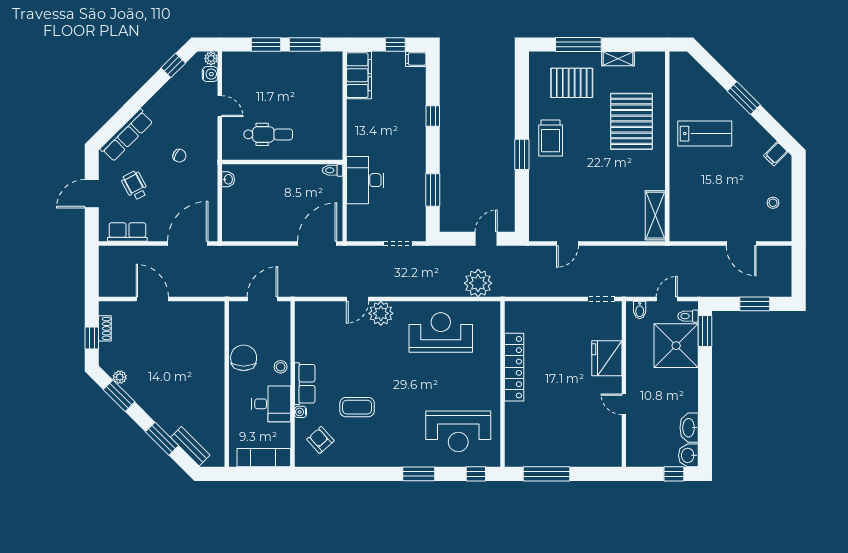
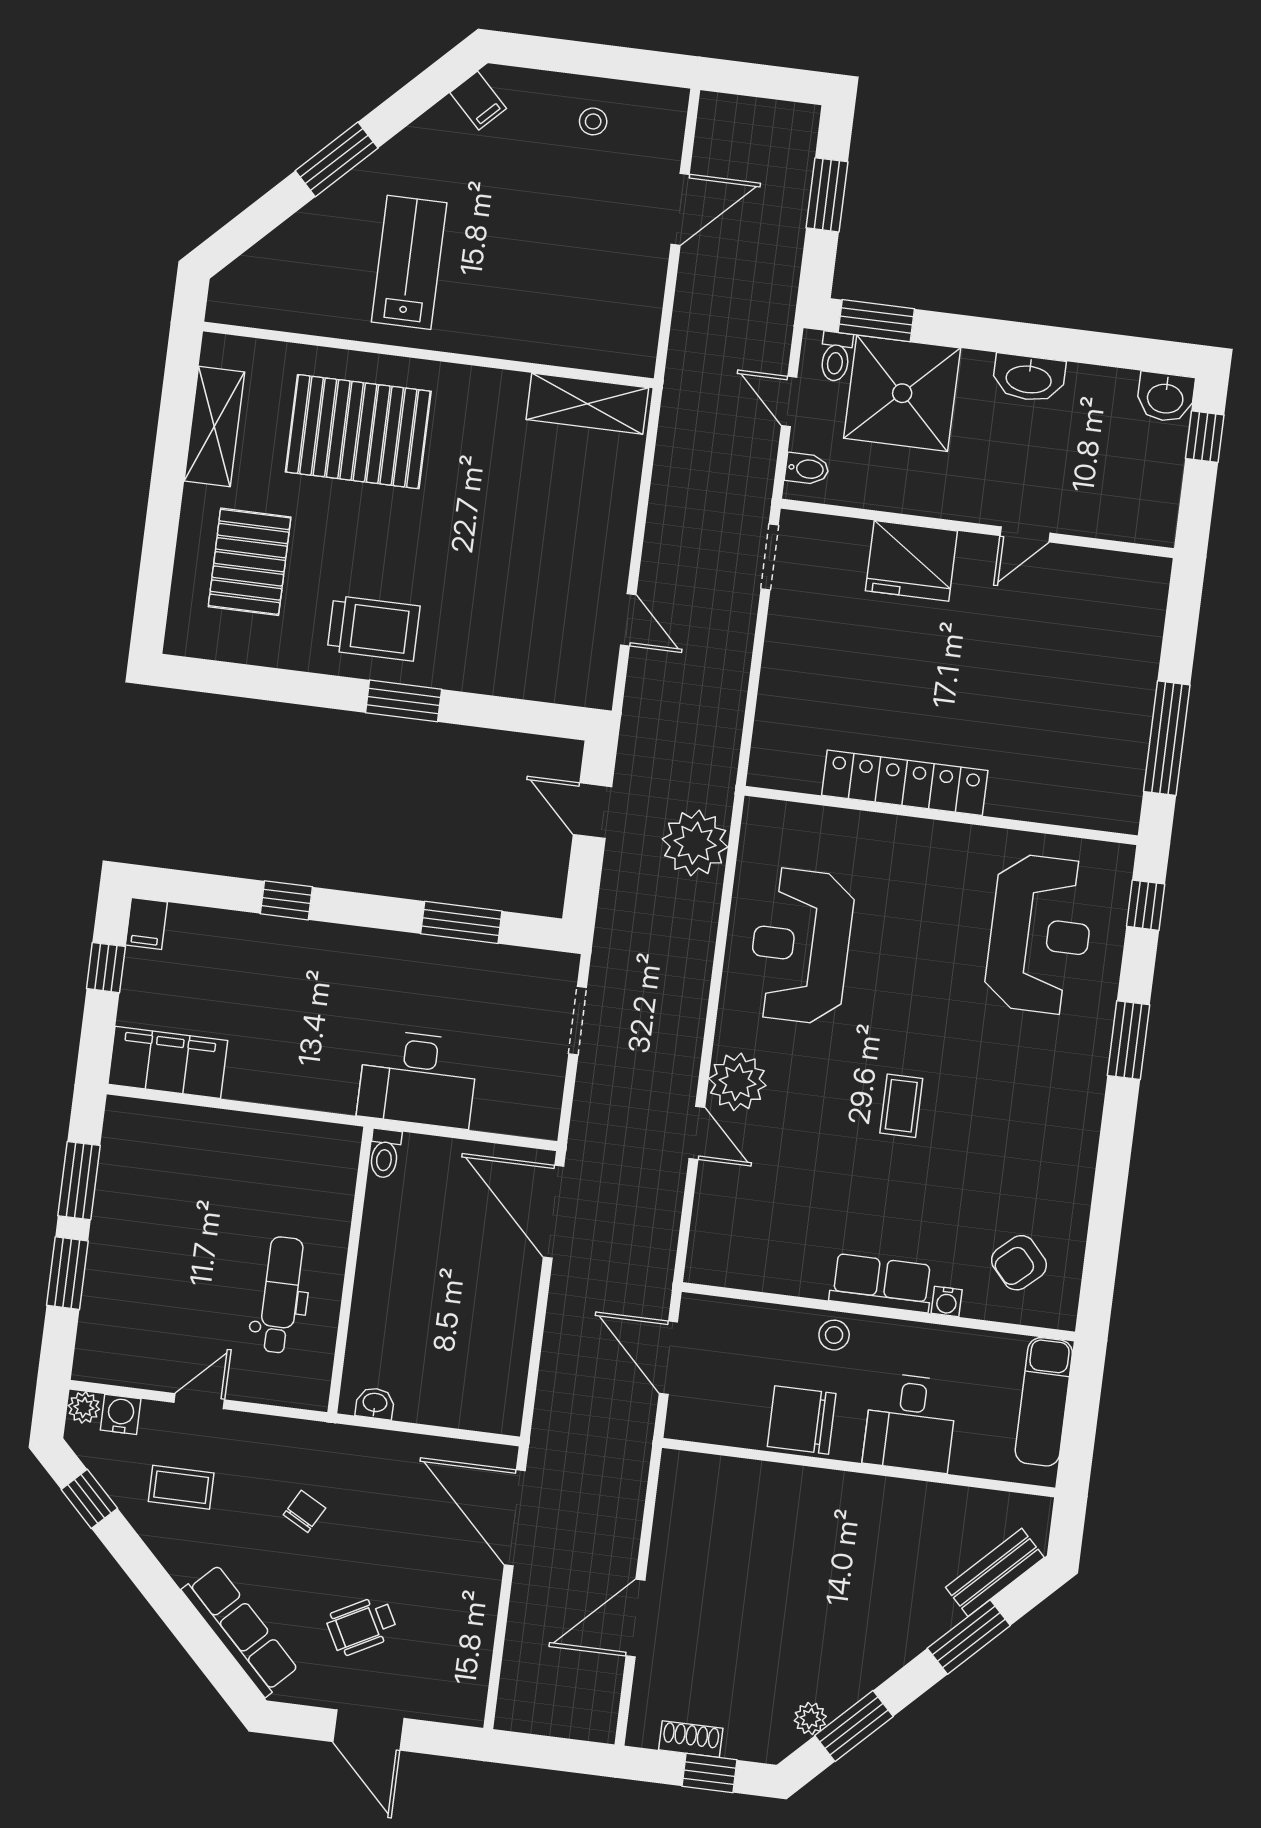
window: (578, 44) -> (161, 534), removed
shelving: (618, 59) -> (214, 427), width x1.50, depth x1.33
coffee table: (183, 103) -> (181, 1487), added
row of seats: (127, 232) -> (470, 1657), removed
desk: (271, 404) -> (910, 1423), moved, turned 180
coffee table: (357, 407) -> (901, 1106), moved, width x0.73, depth x0.77
washbasin: (689, 428) -> (1029, 378), moved

